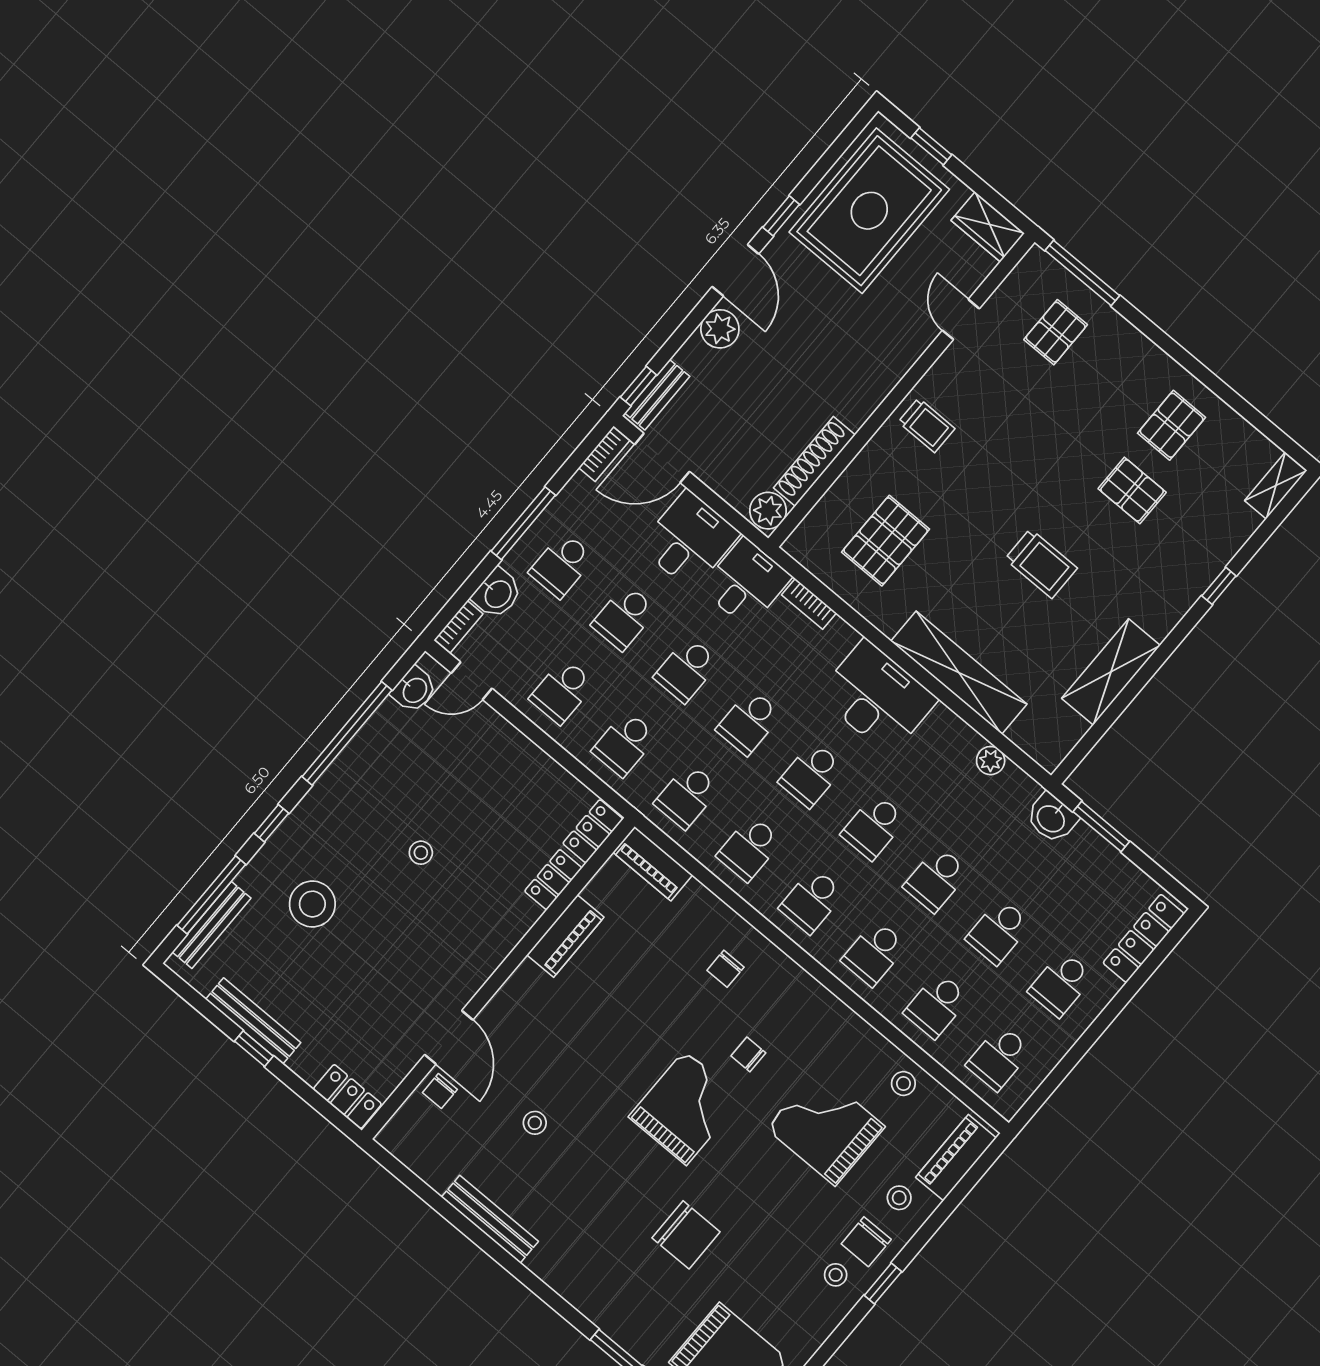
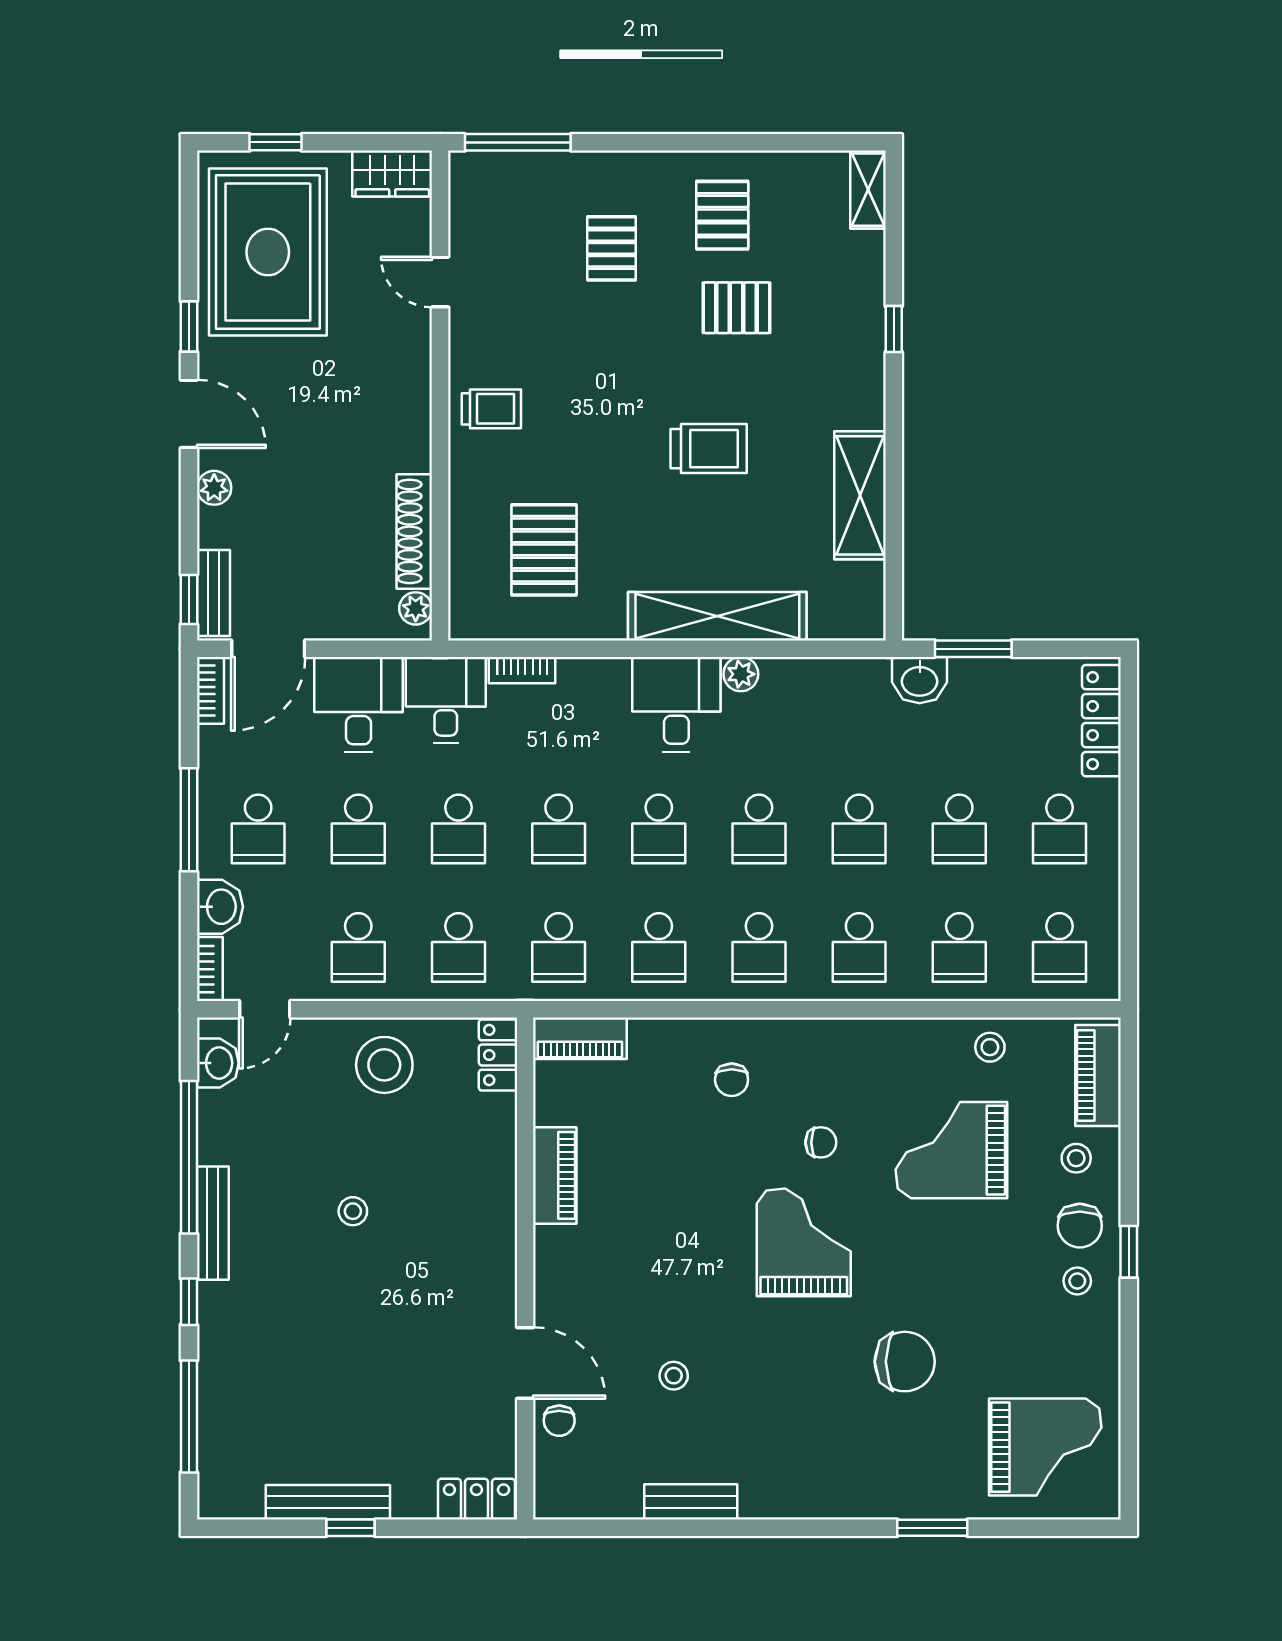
plant: (720, 329) -> (214, 488), width x0.73, depth x0.73
pallet: (1056, 332) -> (611, 248), moved
plant: (768, 511) -> (416, 608), width x0.73, depth x0.73
desk: (877, 697) -> (676, 704), width x0.73
plant: (991, 761) -> (741, 674), moved
locker: (553, 880) -> (499, 1132), removed
stool: (312, 904) -> (384, 1065), moved
bench: (212, 925) -> (213, 1223), moved
chair: (748, 1054) -> (821, 1142), turned 180
bench: (490, 1219) -> (691, 1502), width x0.73

